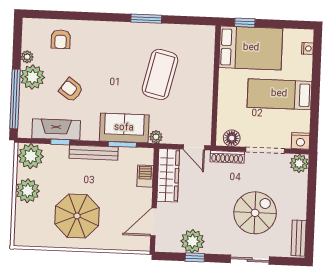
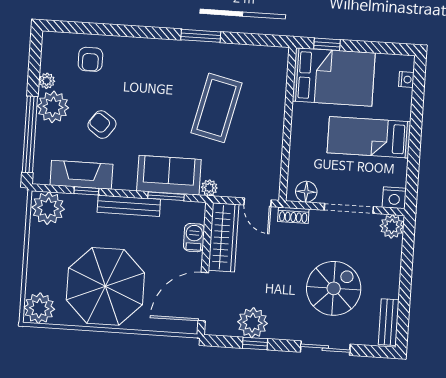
shoe rack: (227, 157) -> (293, 215), width x0.70
plant: (28, 191) -> (39, 308), moved
parasol: (77, 216) -> (105, 286), width x1.36, depth x1.36
door: (153, 222) -> (203, 297), width x1.36

